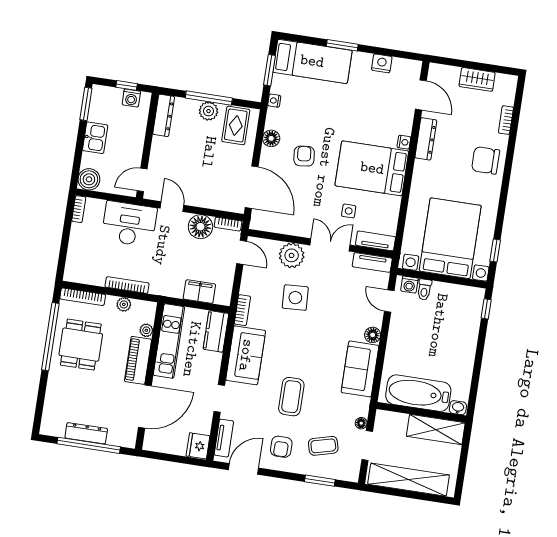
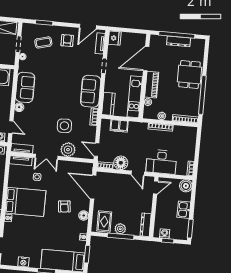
dining table: (81, 345) -> (189, 74), moved
coffee table: (291, 397) -> (63, 69), removed

